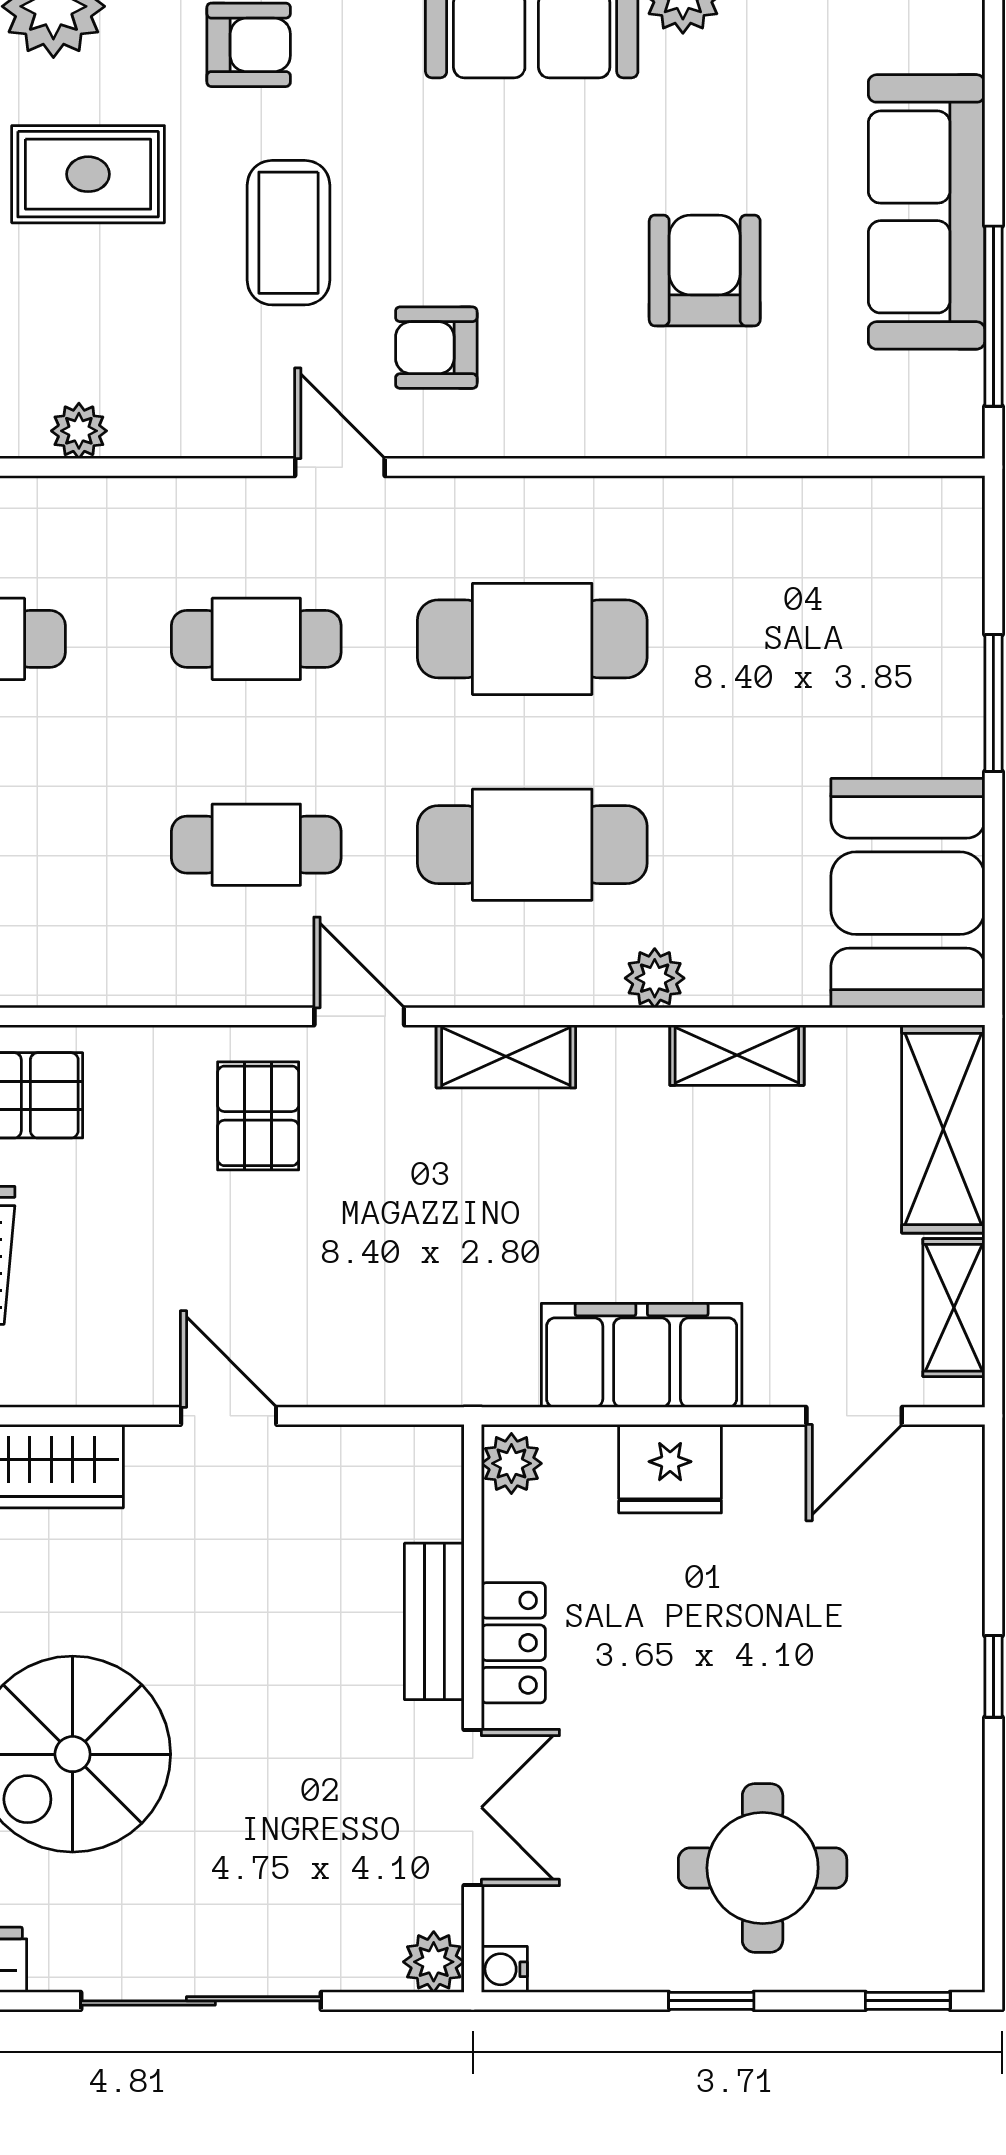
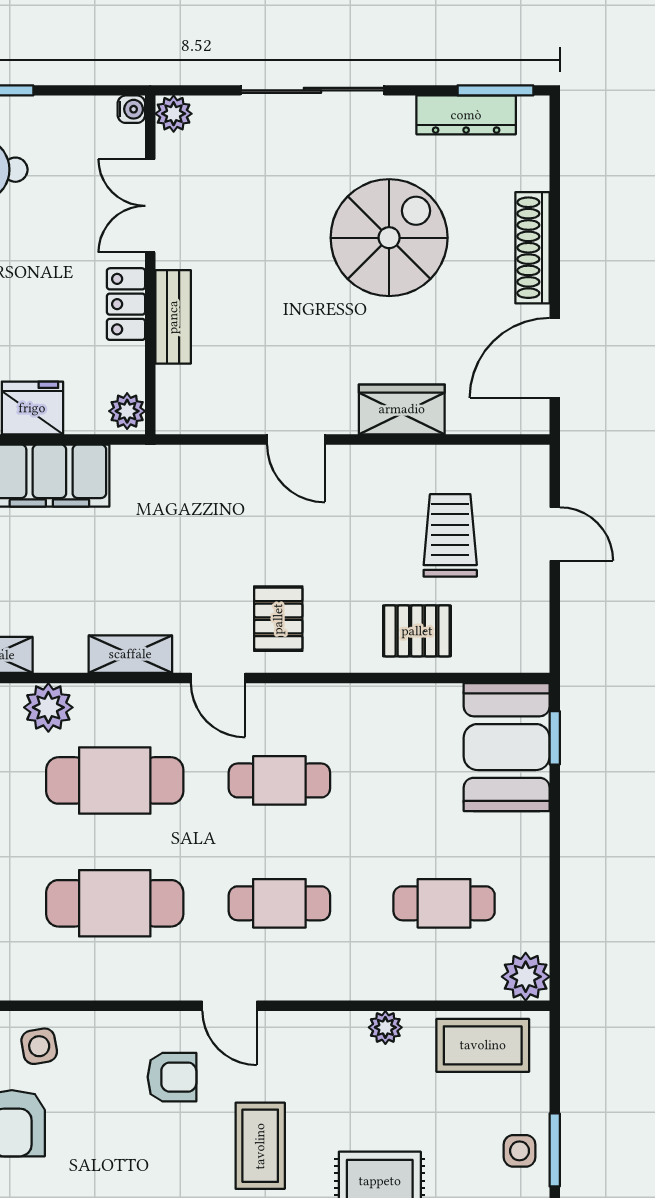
side table: (659, 399) -> (39, 1046), added
plant: (655, 978) -> (48, 707), width x1.38, depth x1.38

